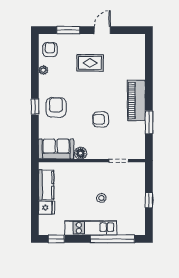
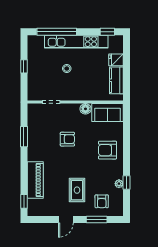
armchair: (50, 50) -> (102, 201), moved
window: (149, 50) -> (24, 201), added
rug: (90, 63) -> (77, 190), turned 90
piano: (136, 100) -> (35, 180), moved
window: (35, 107) -> (127, 183), moved
armchair: (56, 107) -> (108, 150), turned 90
kitchen unit: (91, 228) -> (76, 42), width x1.36

